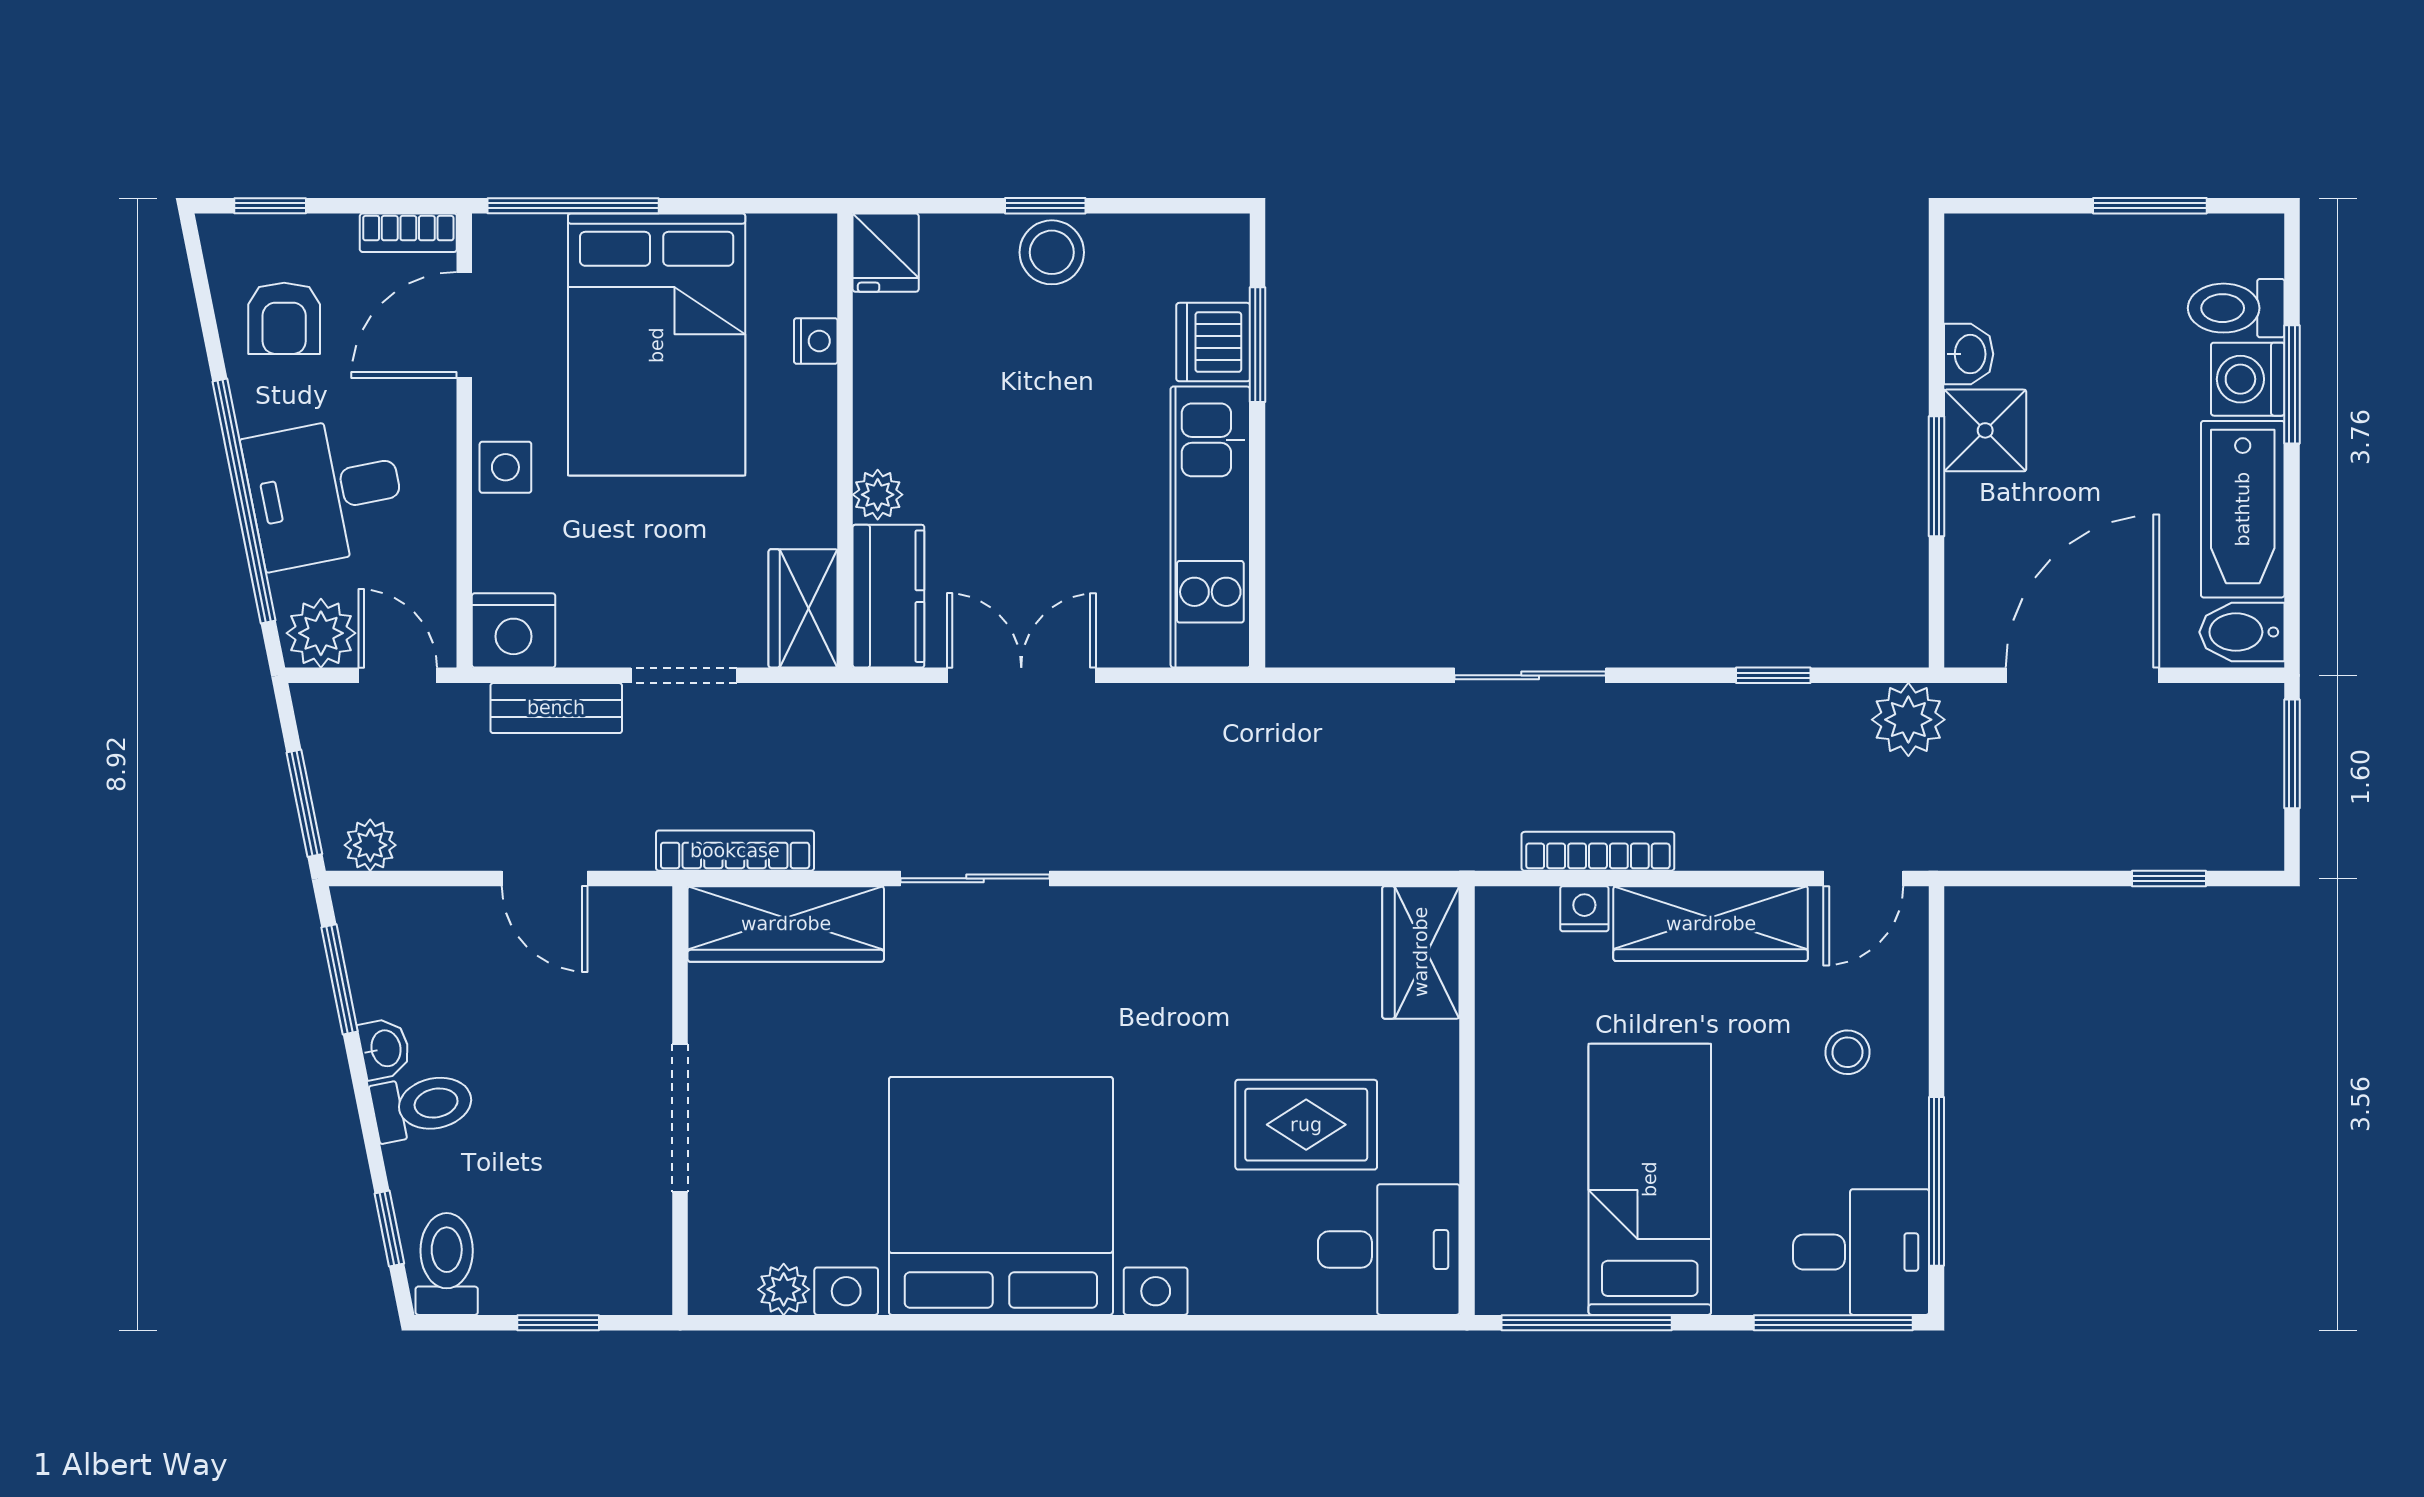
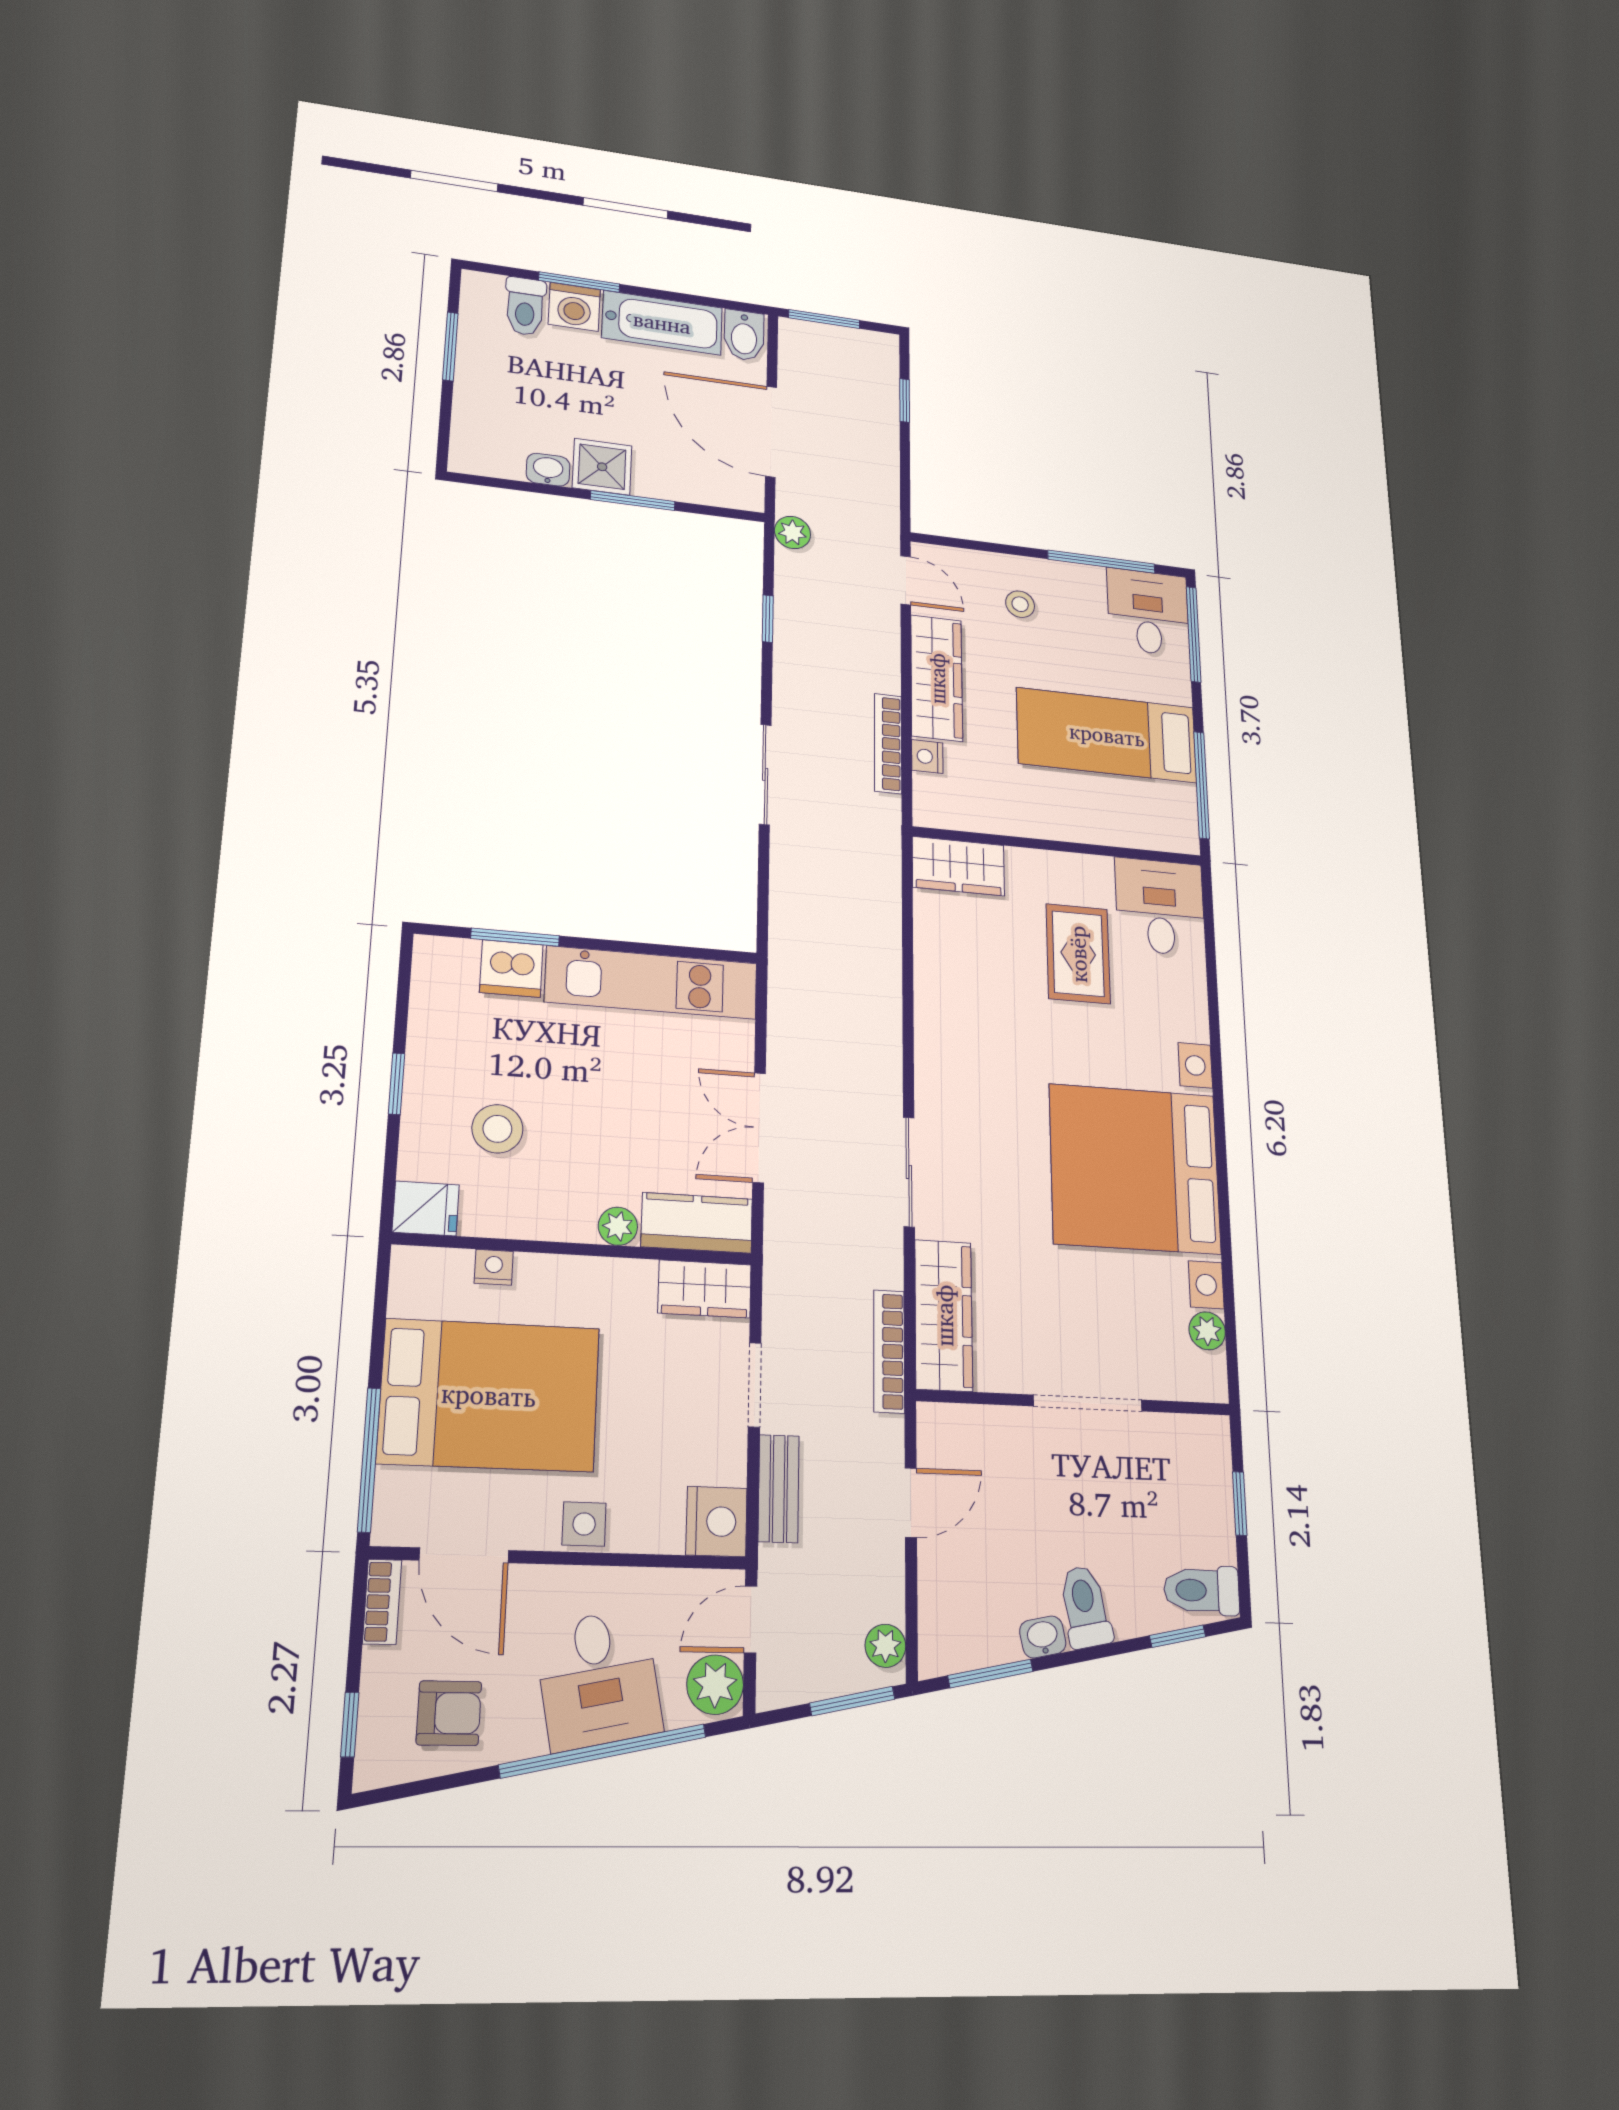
stool: (1052, 252) -> (497, 1129), moved
plant: (1908, 720) -> (792, 532), width x0.73, depth x0.73

